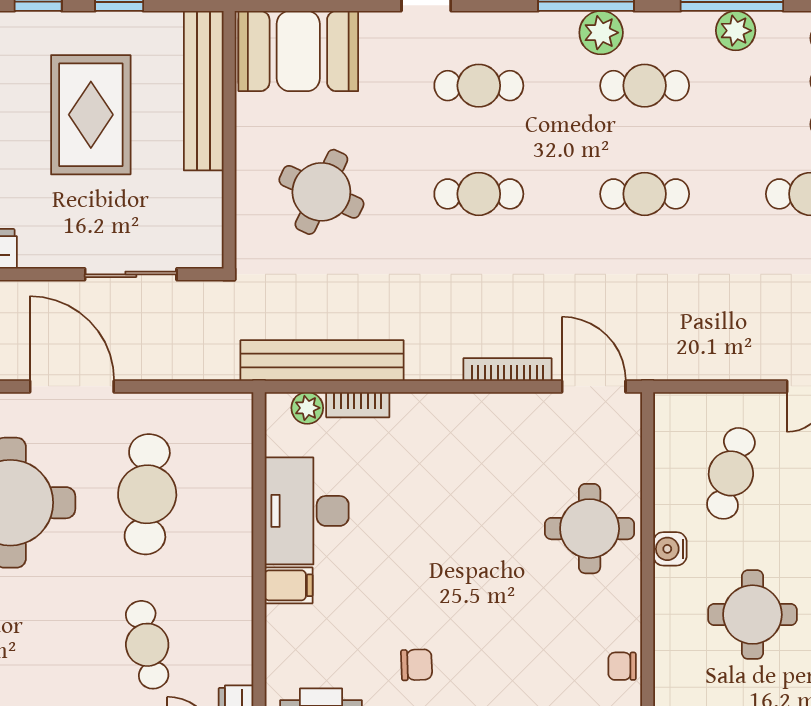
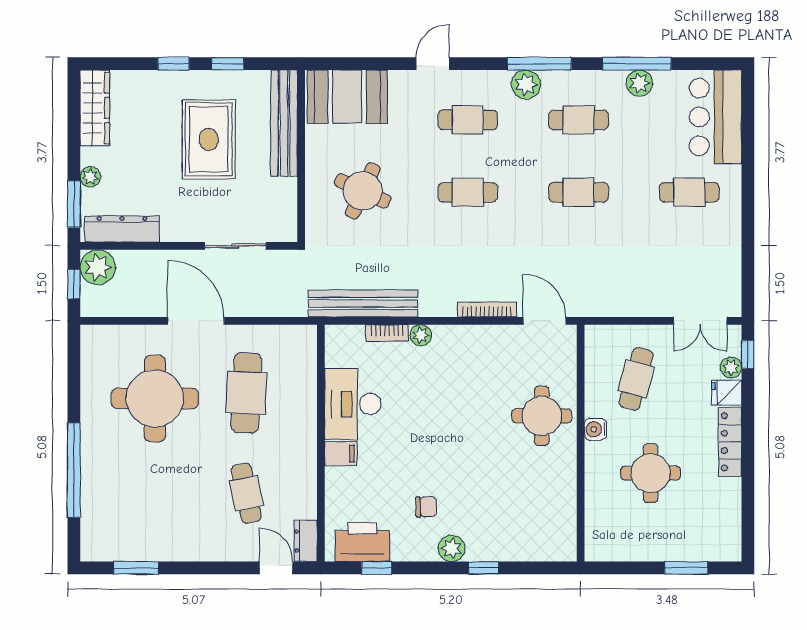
plant: (601, 33) -> (526, 84), moved
plant: (307, 408) -> (421, 335), moved
chair: (622, 666) -> (563, 508), removed

